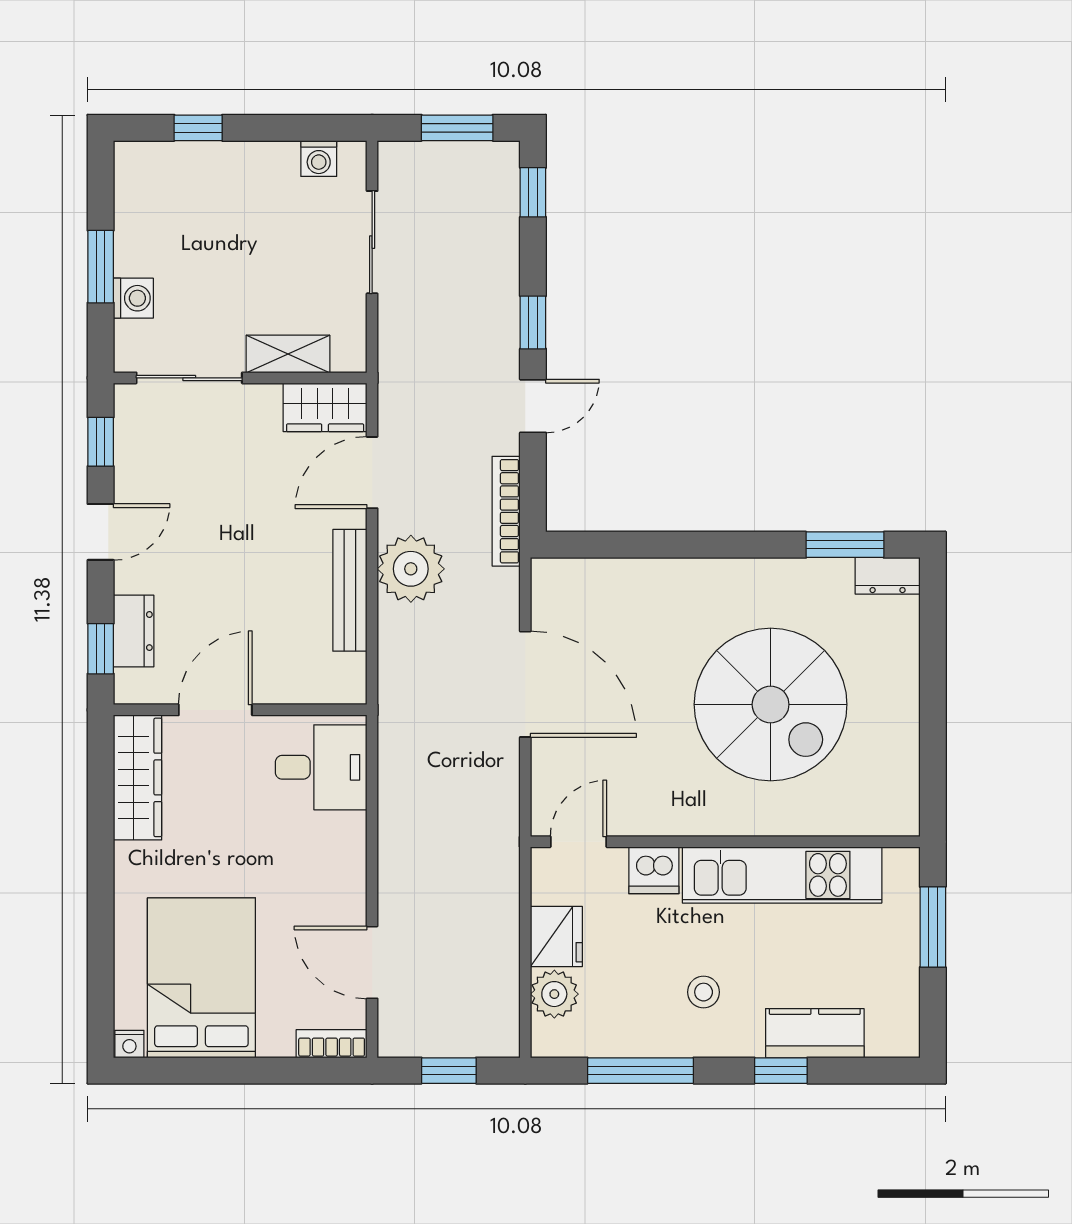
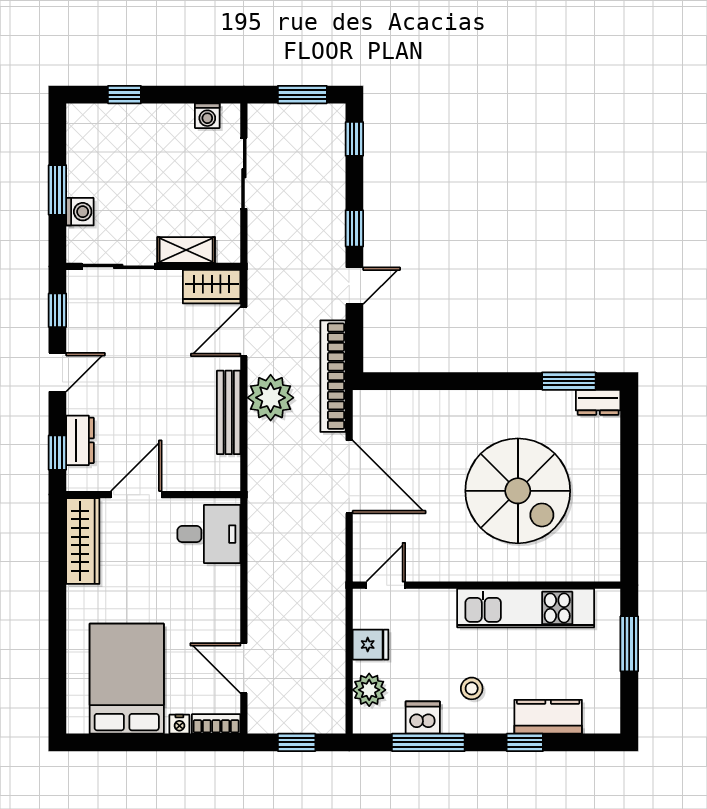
bookcase: (506, 511) -> (333, 376), width x1.48, depth x1.31
dishwasher: (654, 870) -> (423, 718), moved, turned 180
fridge: (556, 936) -> (371, 645), width x0.72
nightstand: (129, 1044) -> (179, 724), moved

